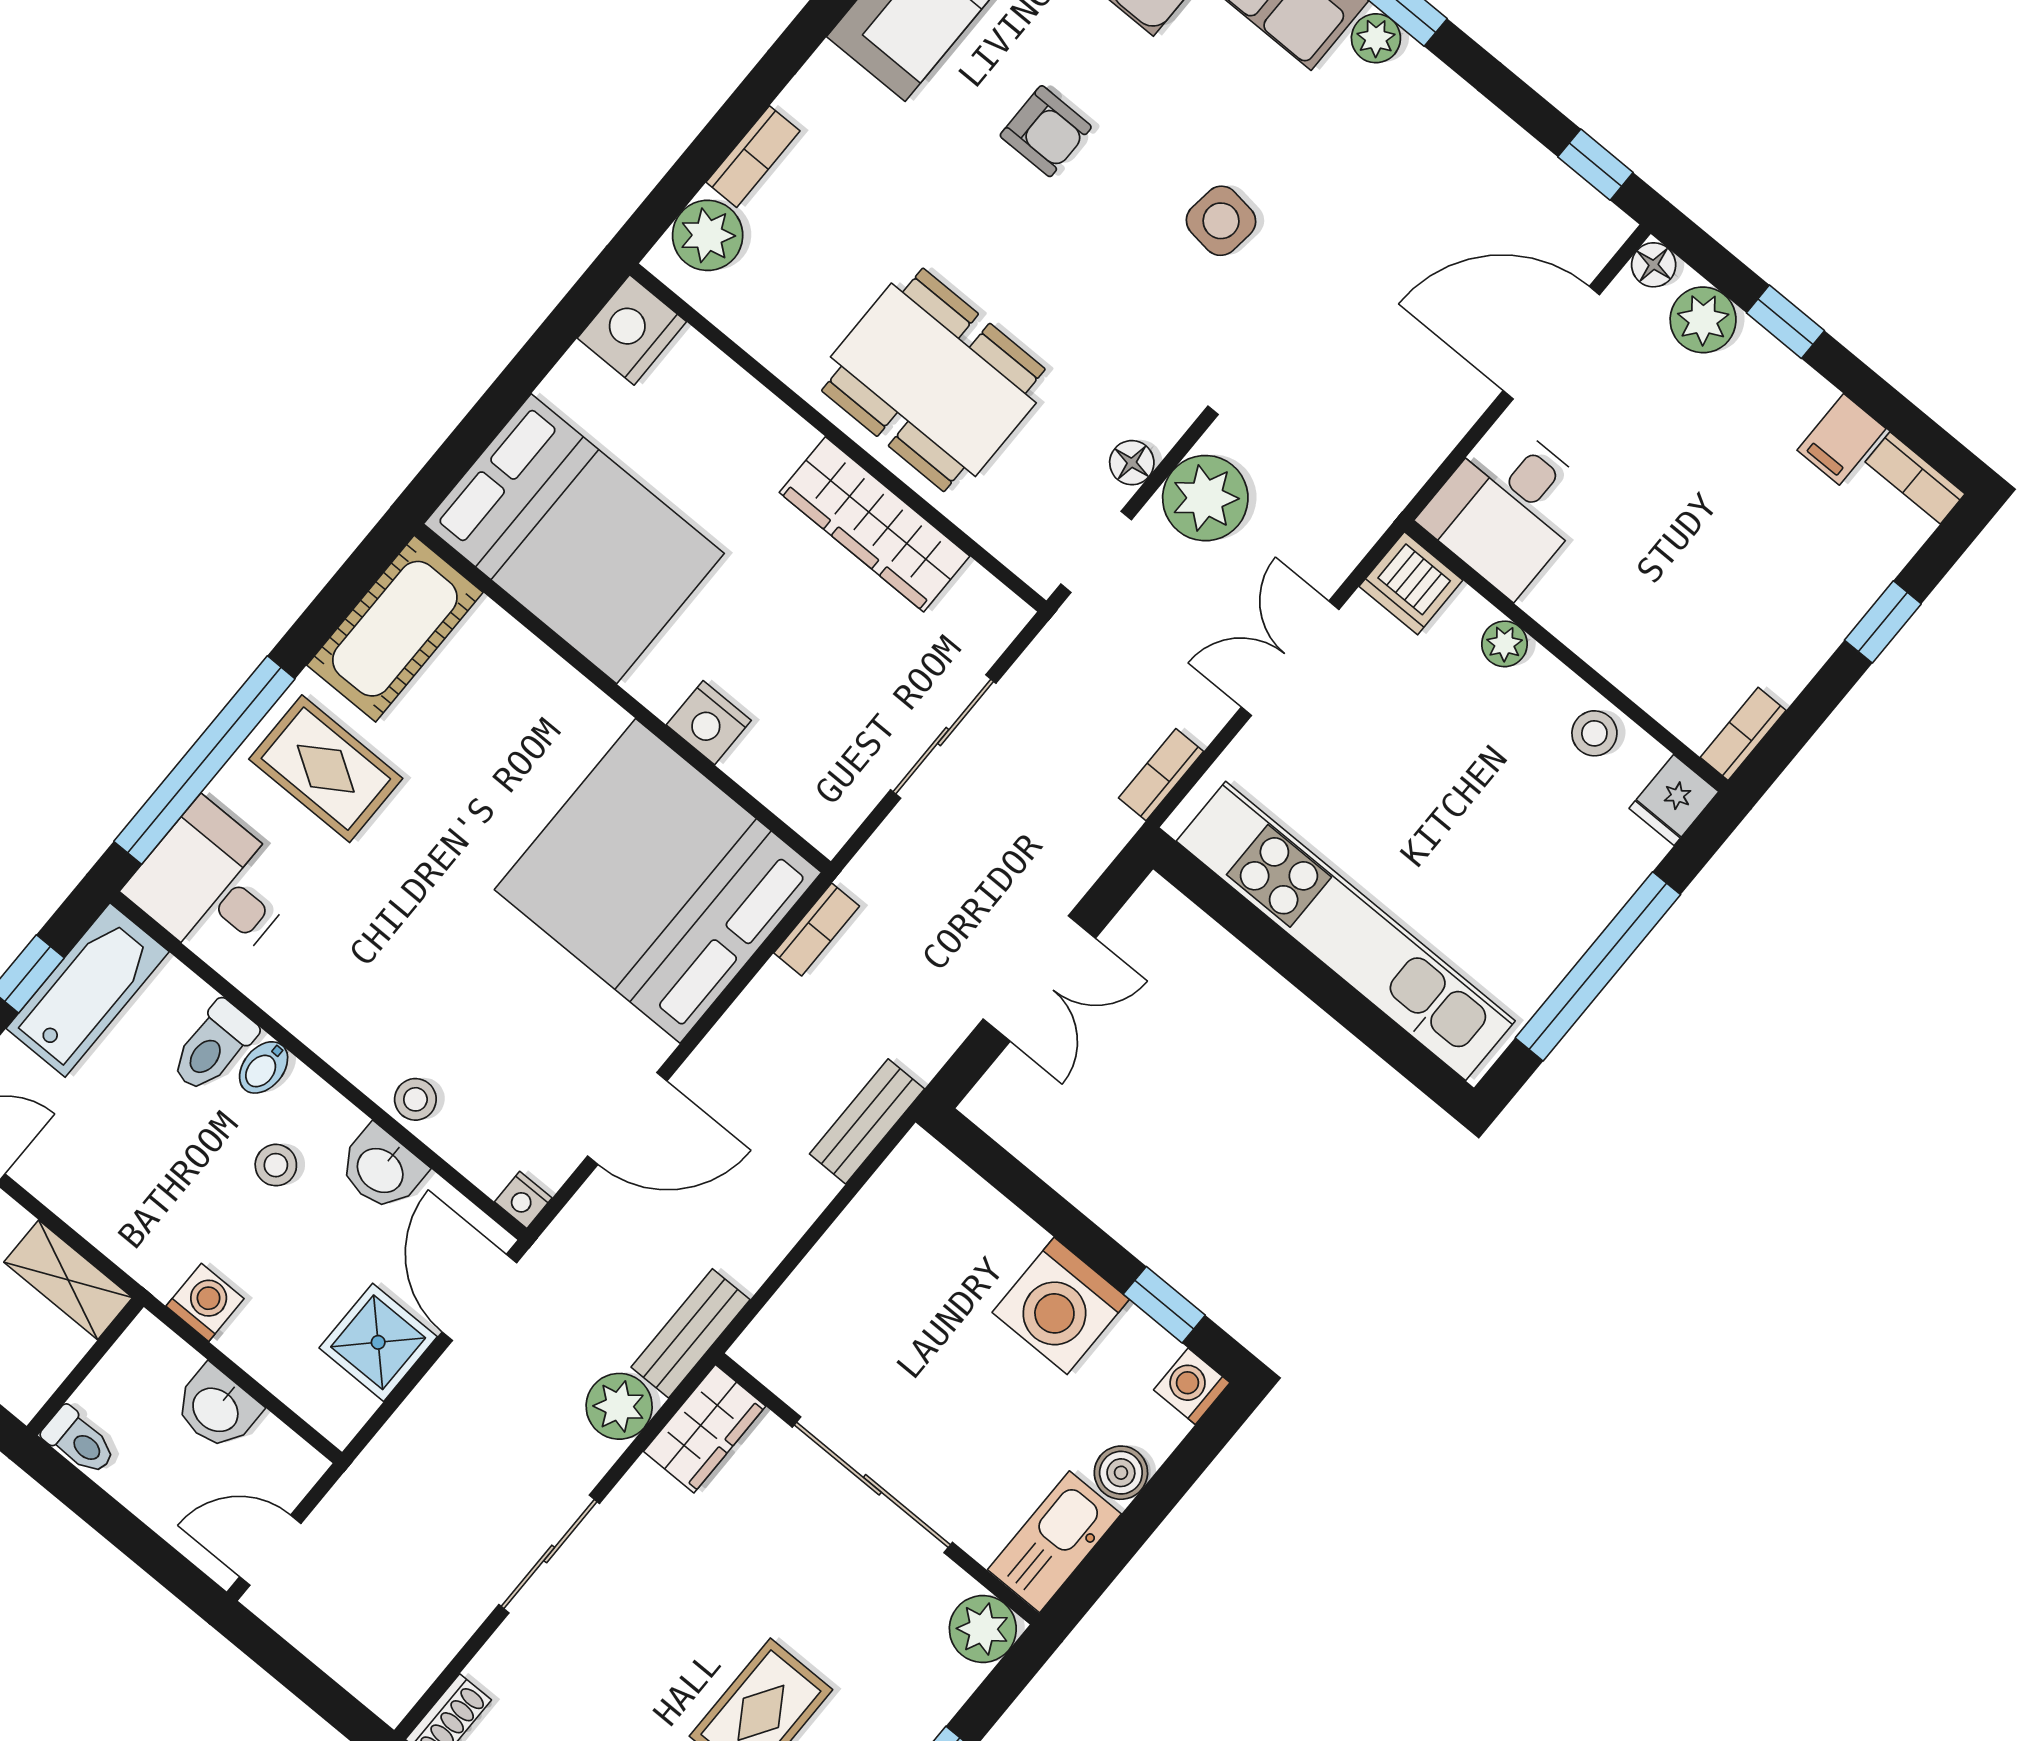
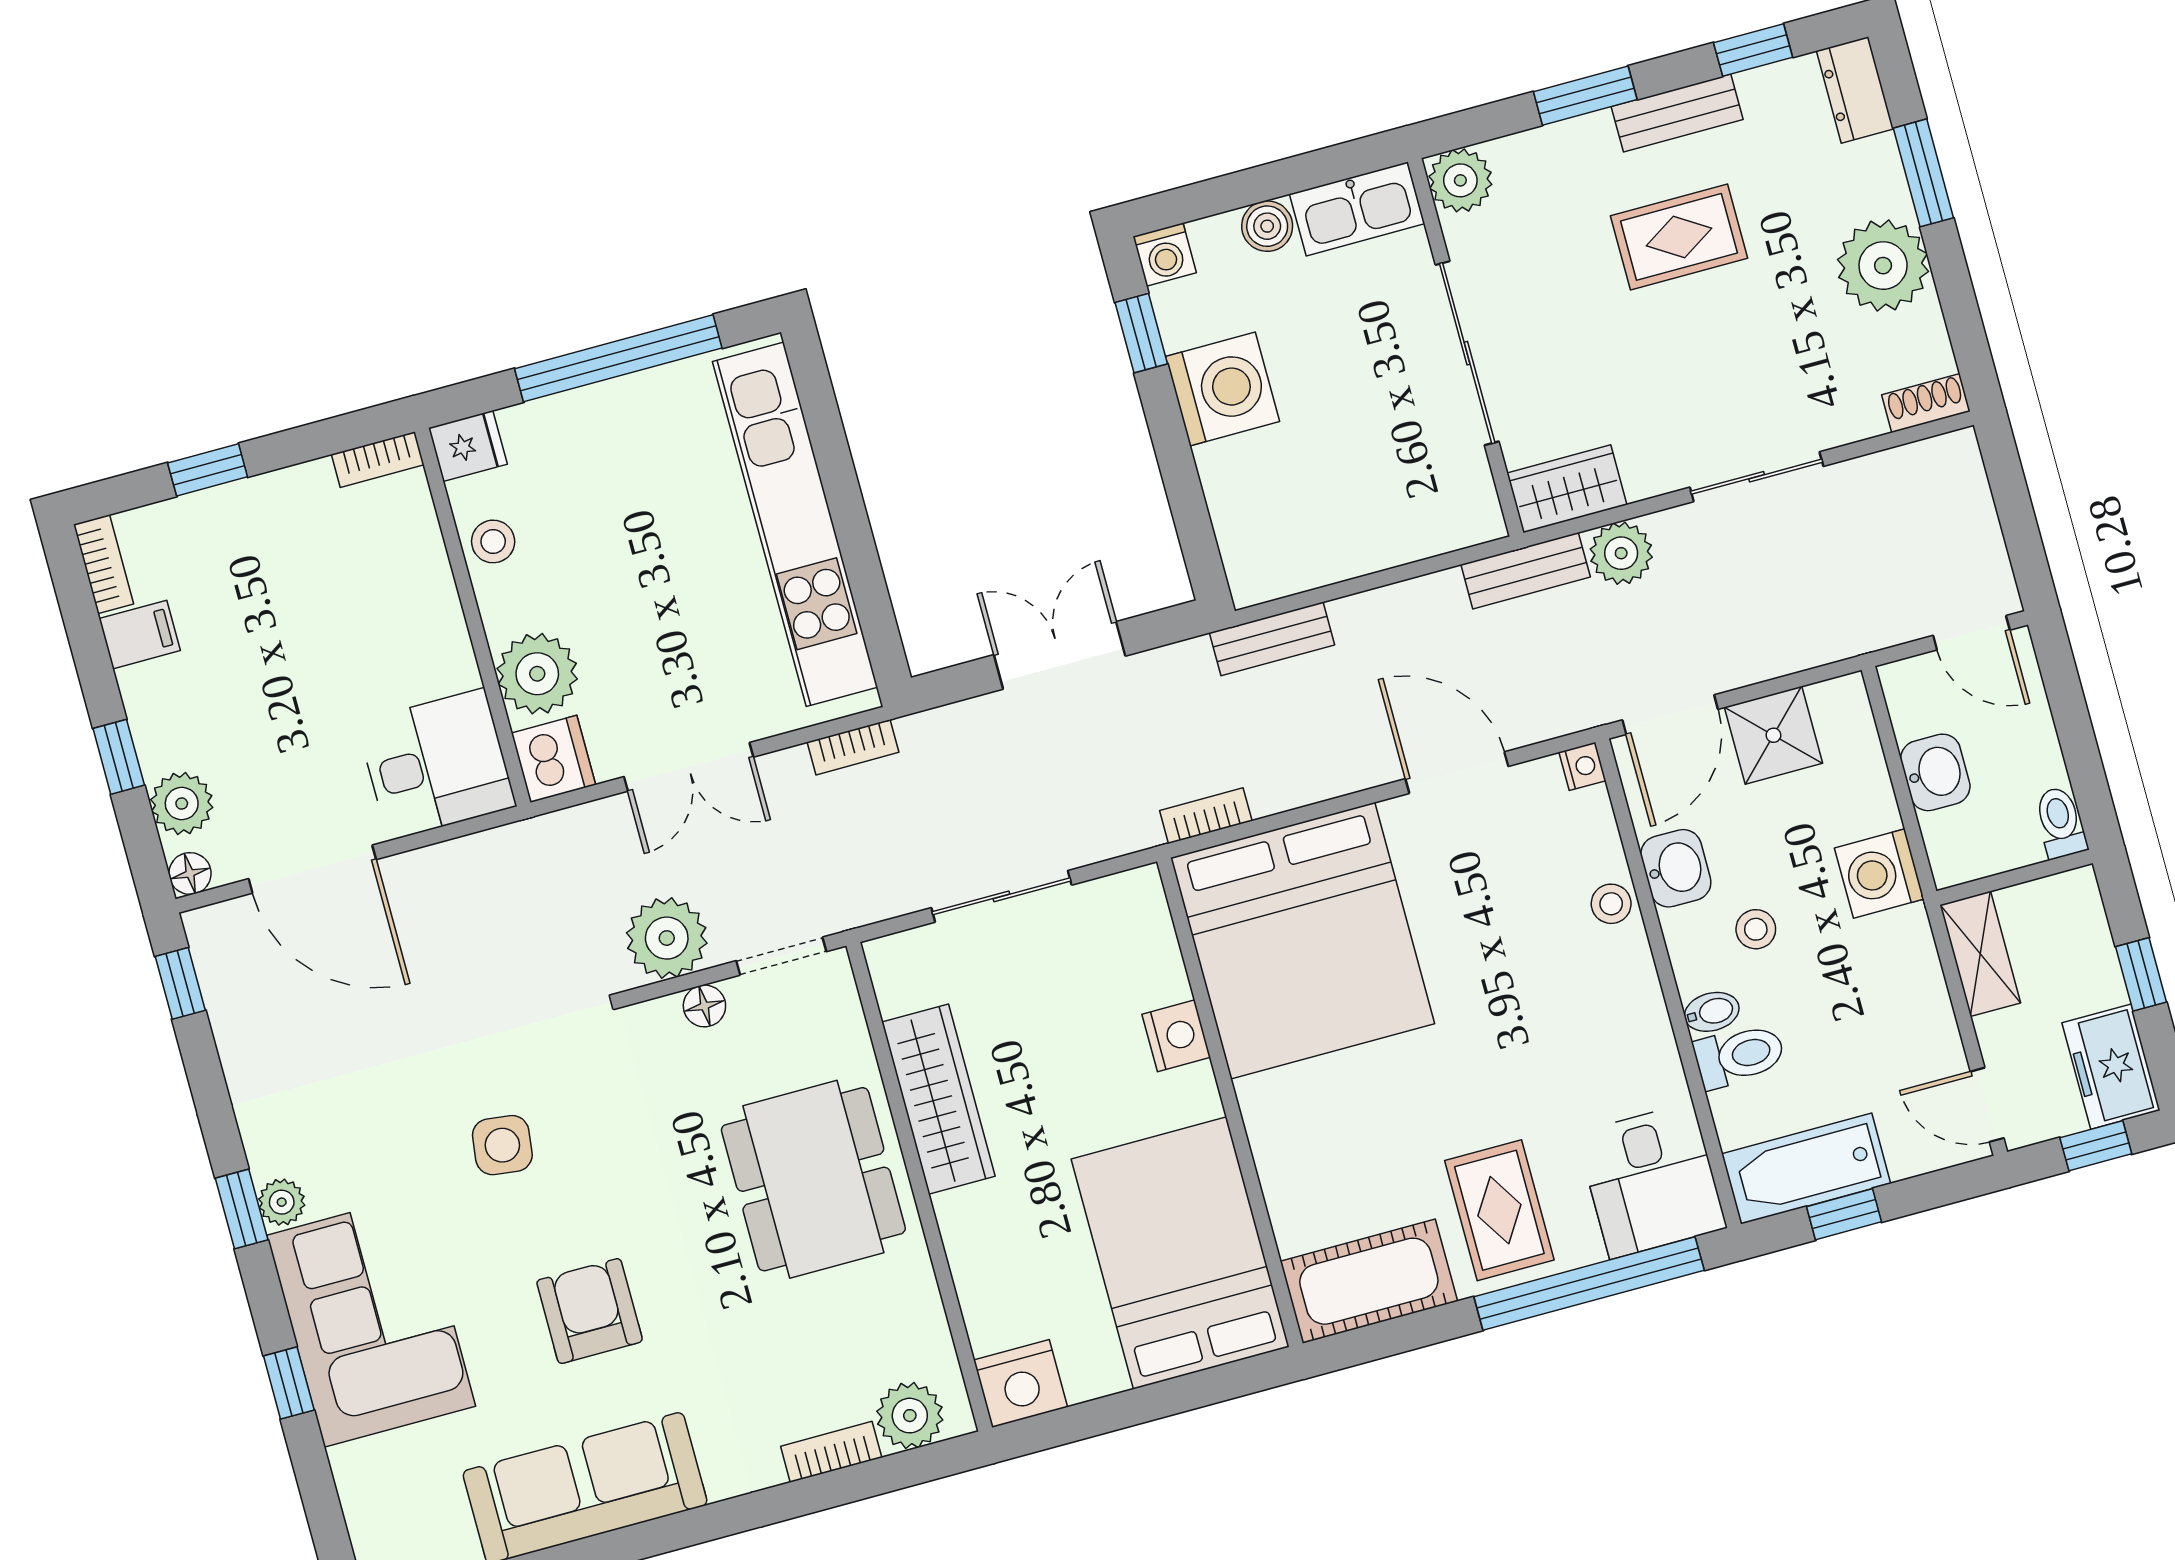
armchair: (1046, 131) -> (590, 1311), width x1.38, depth x1.38
plant: (1504, 644) -> (537, 674), width x1.88, depth x1.88
washing machine: (205, 1302) -> (1879, 874), width x1.38, depth x1.38

